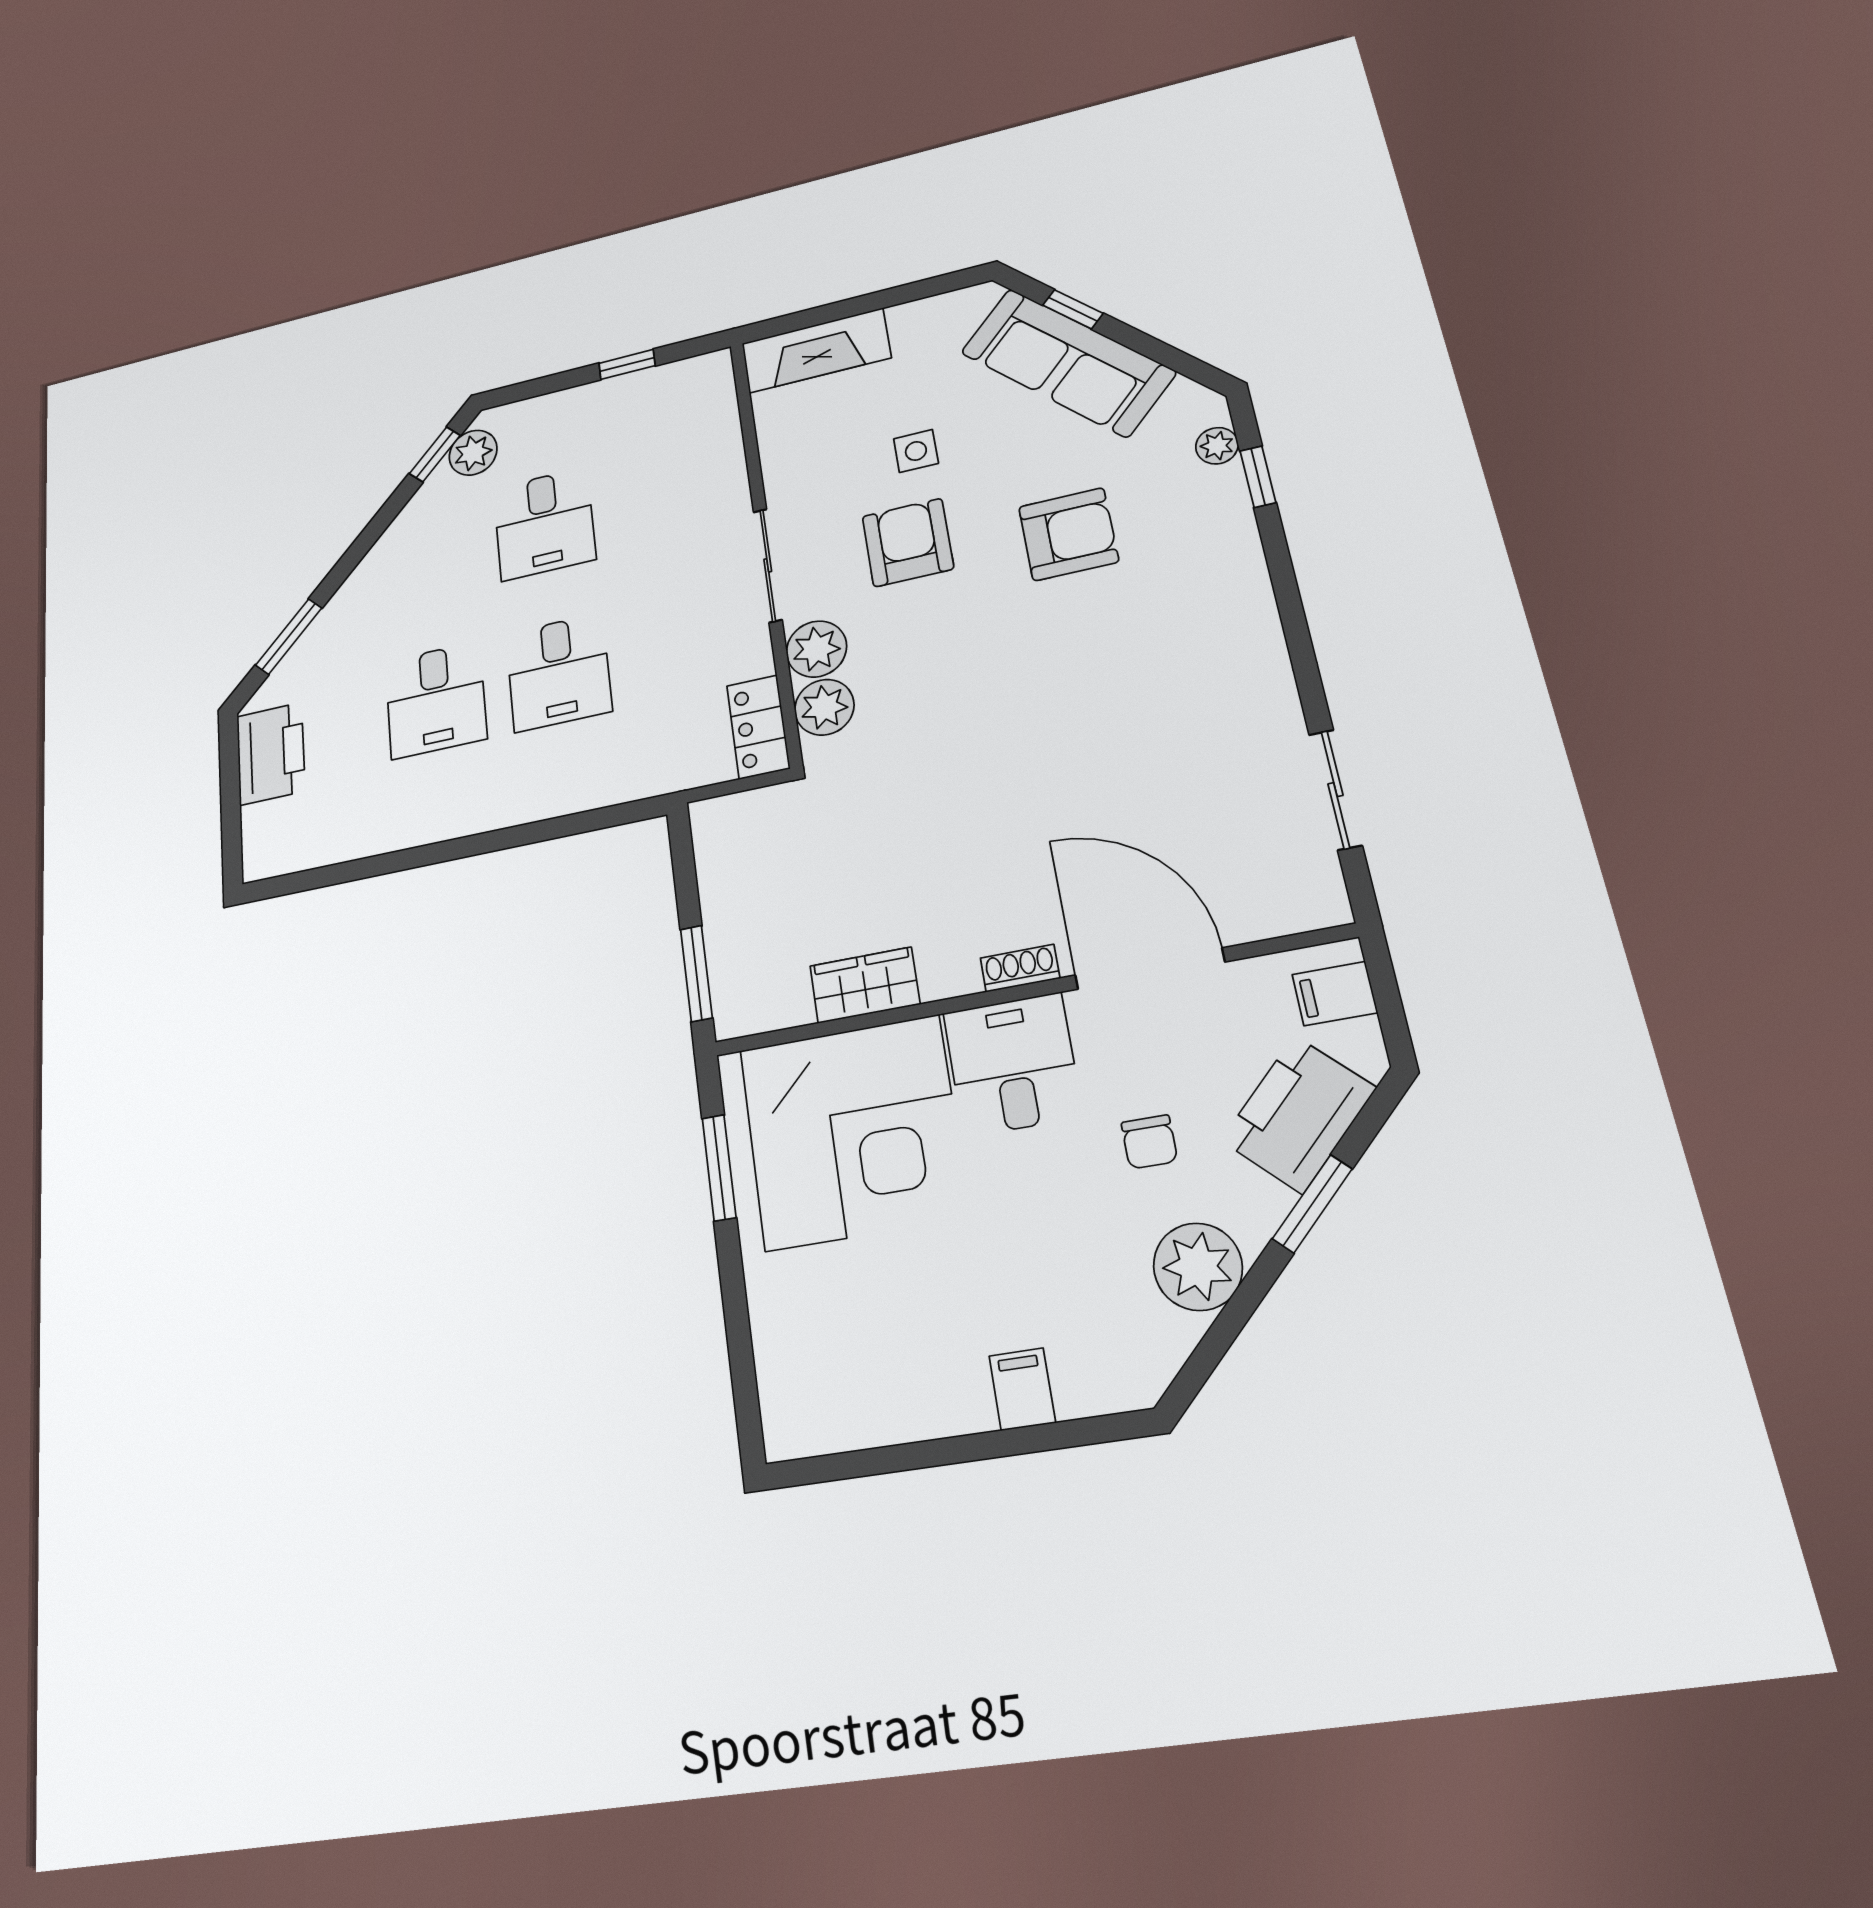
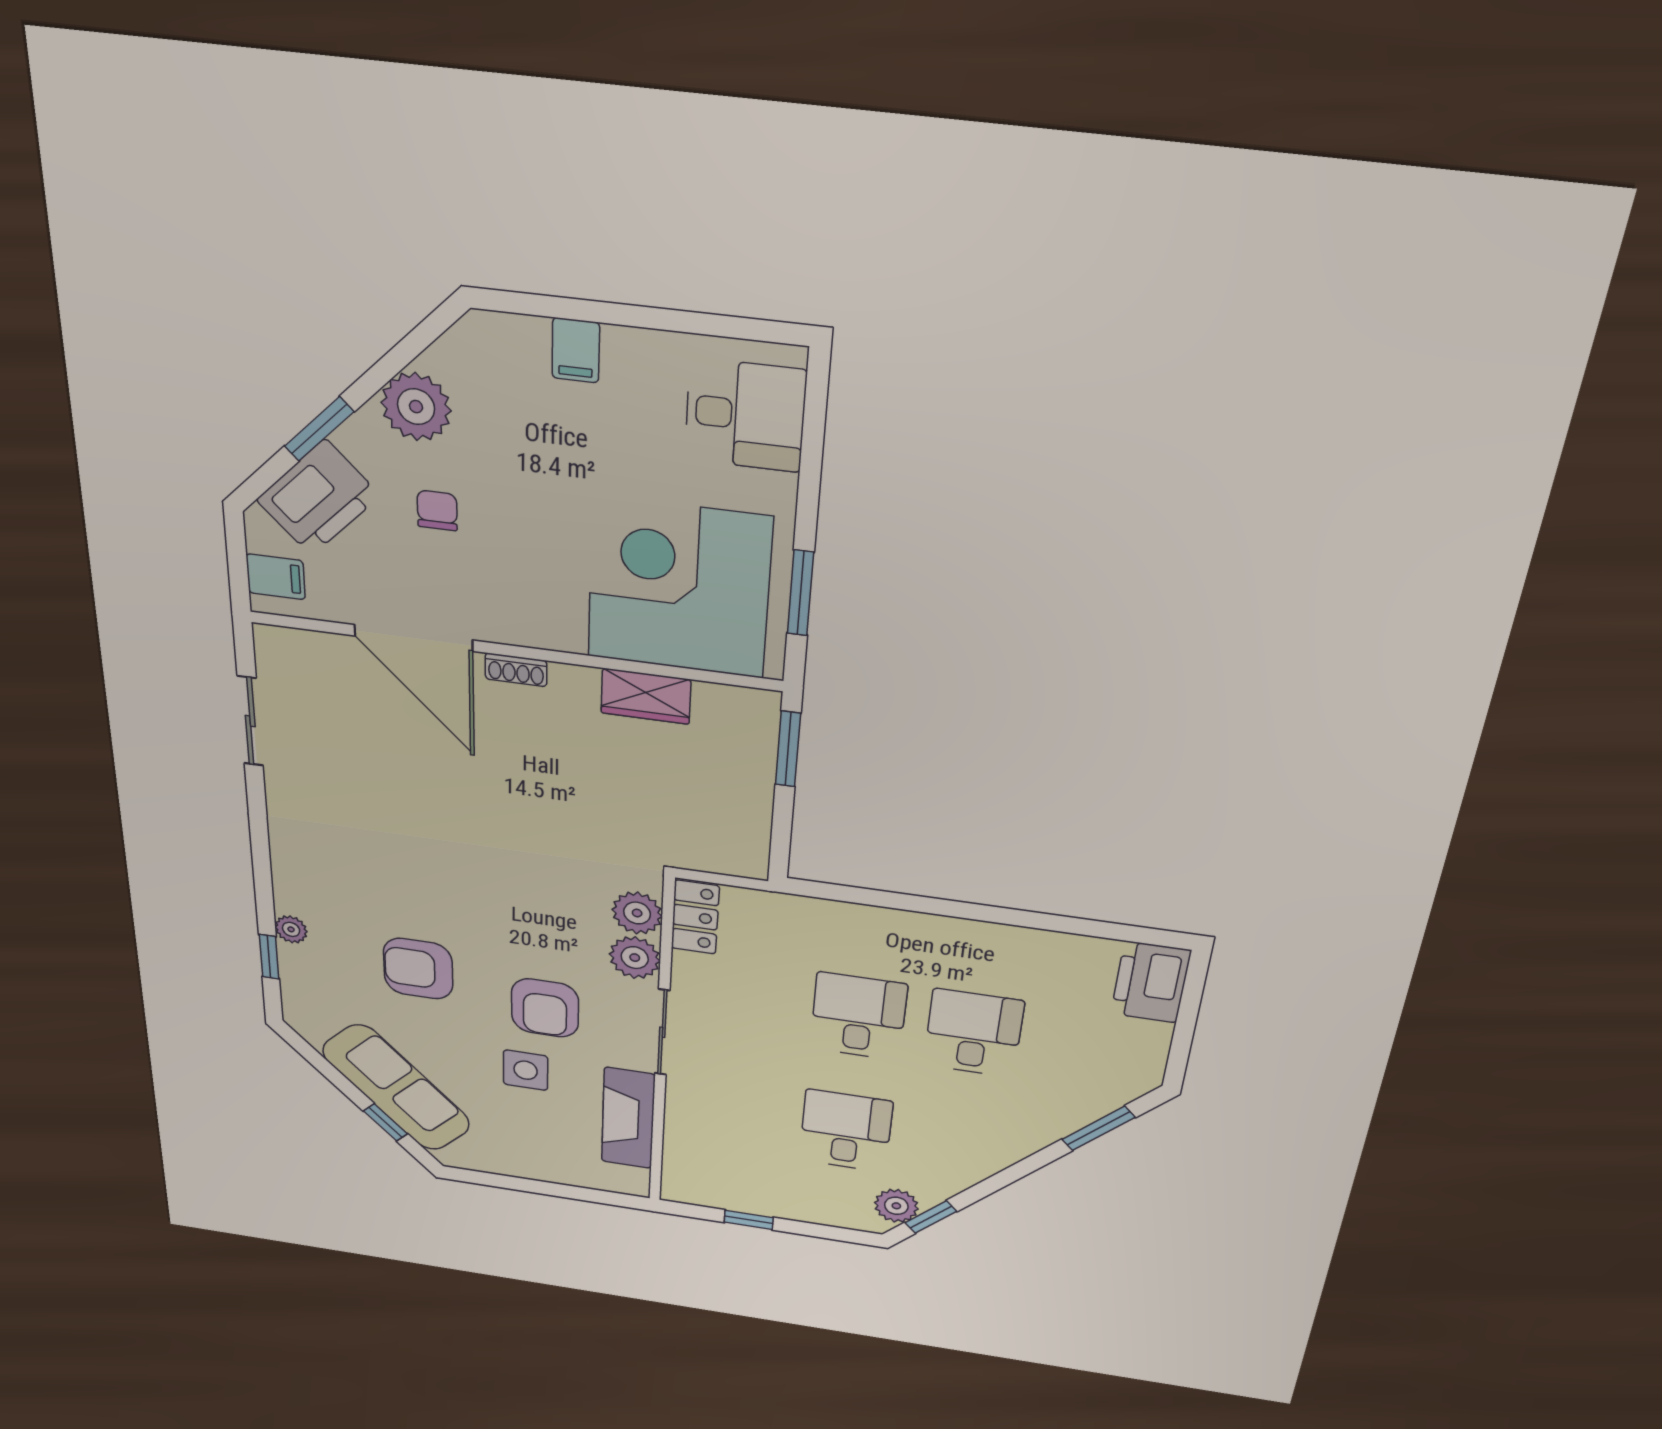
fireplace: (816, 351) -> (628, 1118), moved, turned -90
plant: (1217, 446) -> (291, 929), moved
side table: (916, 451) -> (526, 1070), width x1.37, depth x1.37
printer: (271, 754) -> (1151, 982), moved
desk: (1013, 1064) -> (745, 415), moved, turned -90

